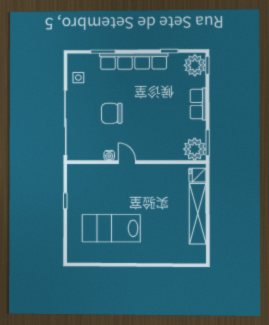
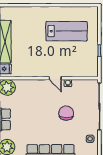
chair: (112, 113) -> (66, 113), turned -90

